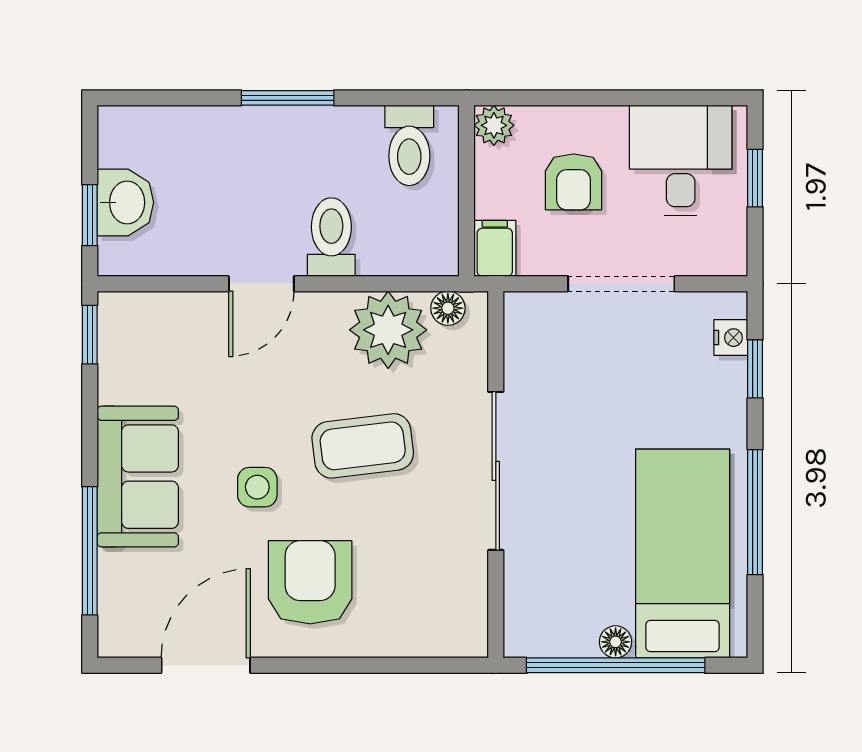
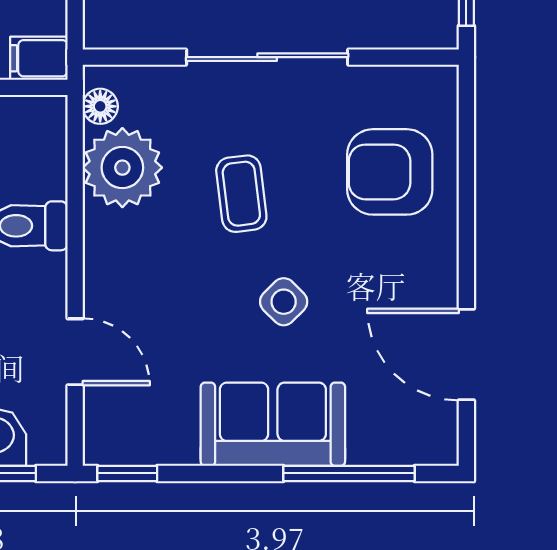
door: (261, 284) -> (75, 352), moved
coffee table: (363, 446) -> (241, 194), width x0.73, depth x0.77
side table: (257, 487) -> (284, 302), turned 45
armchair: (310, 582) -> (390, 172), moved

